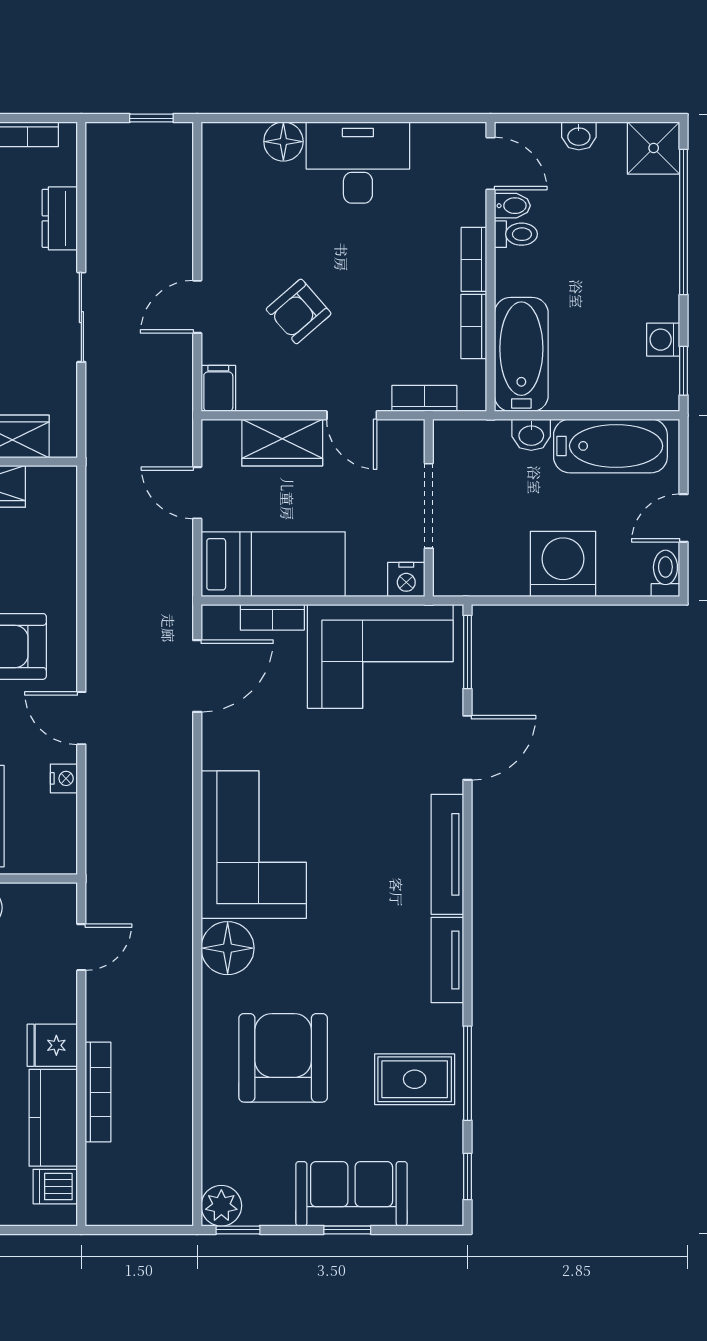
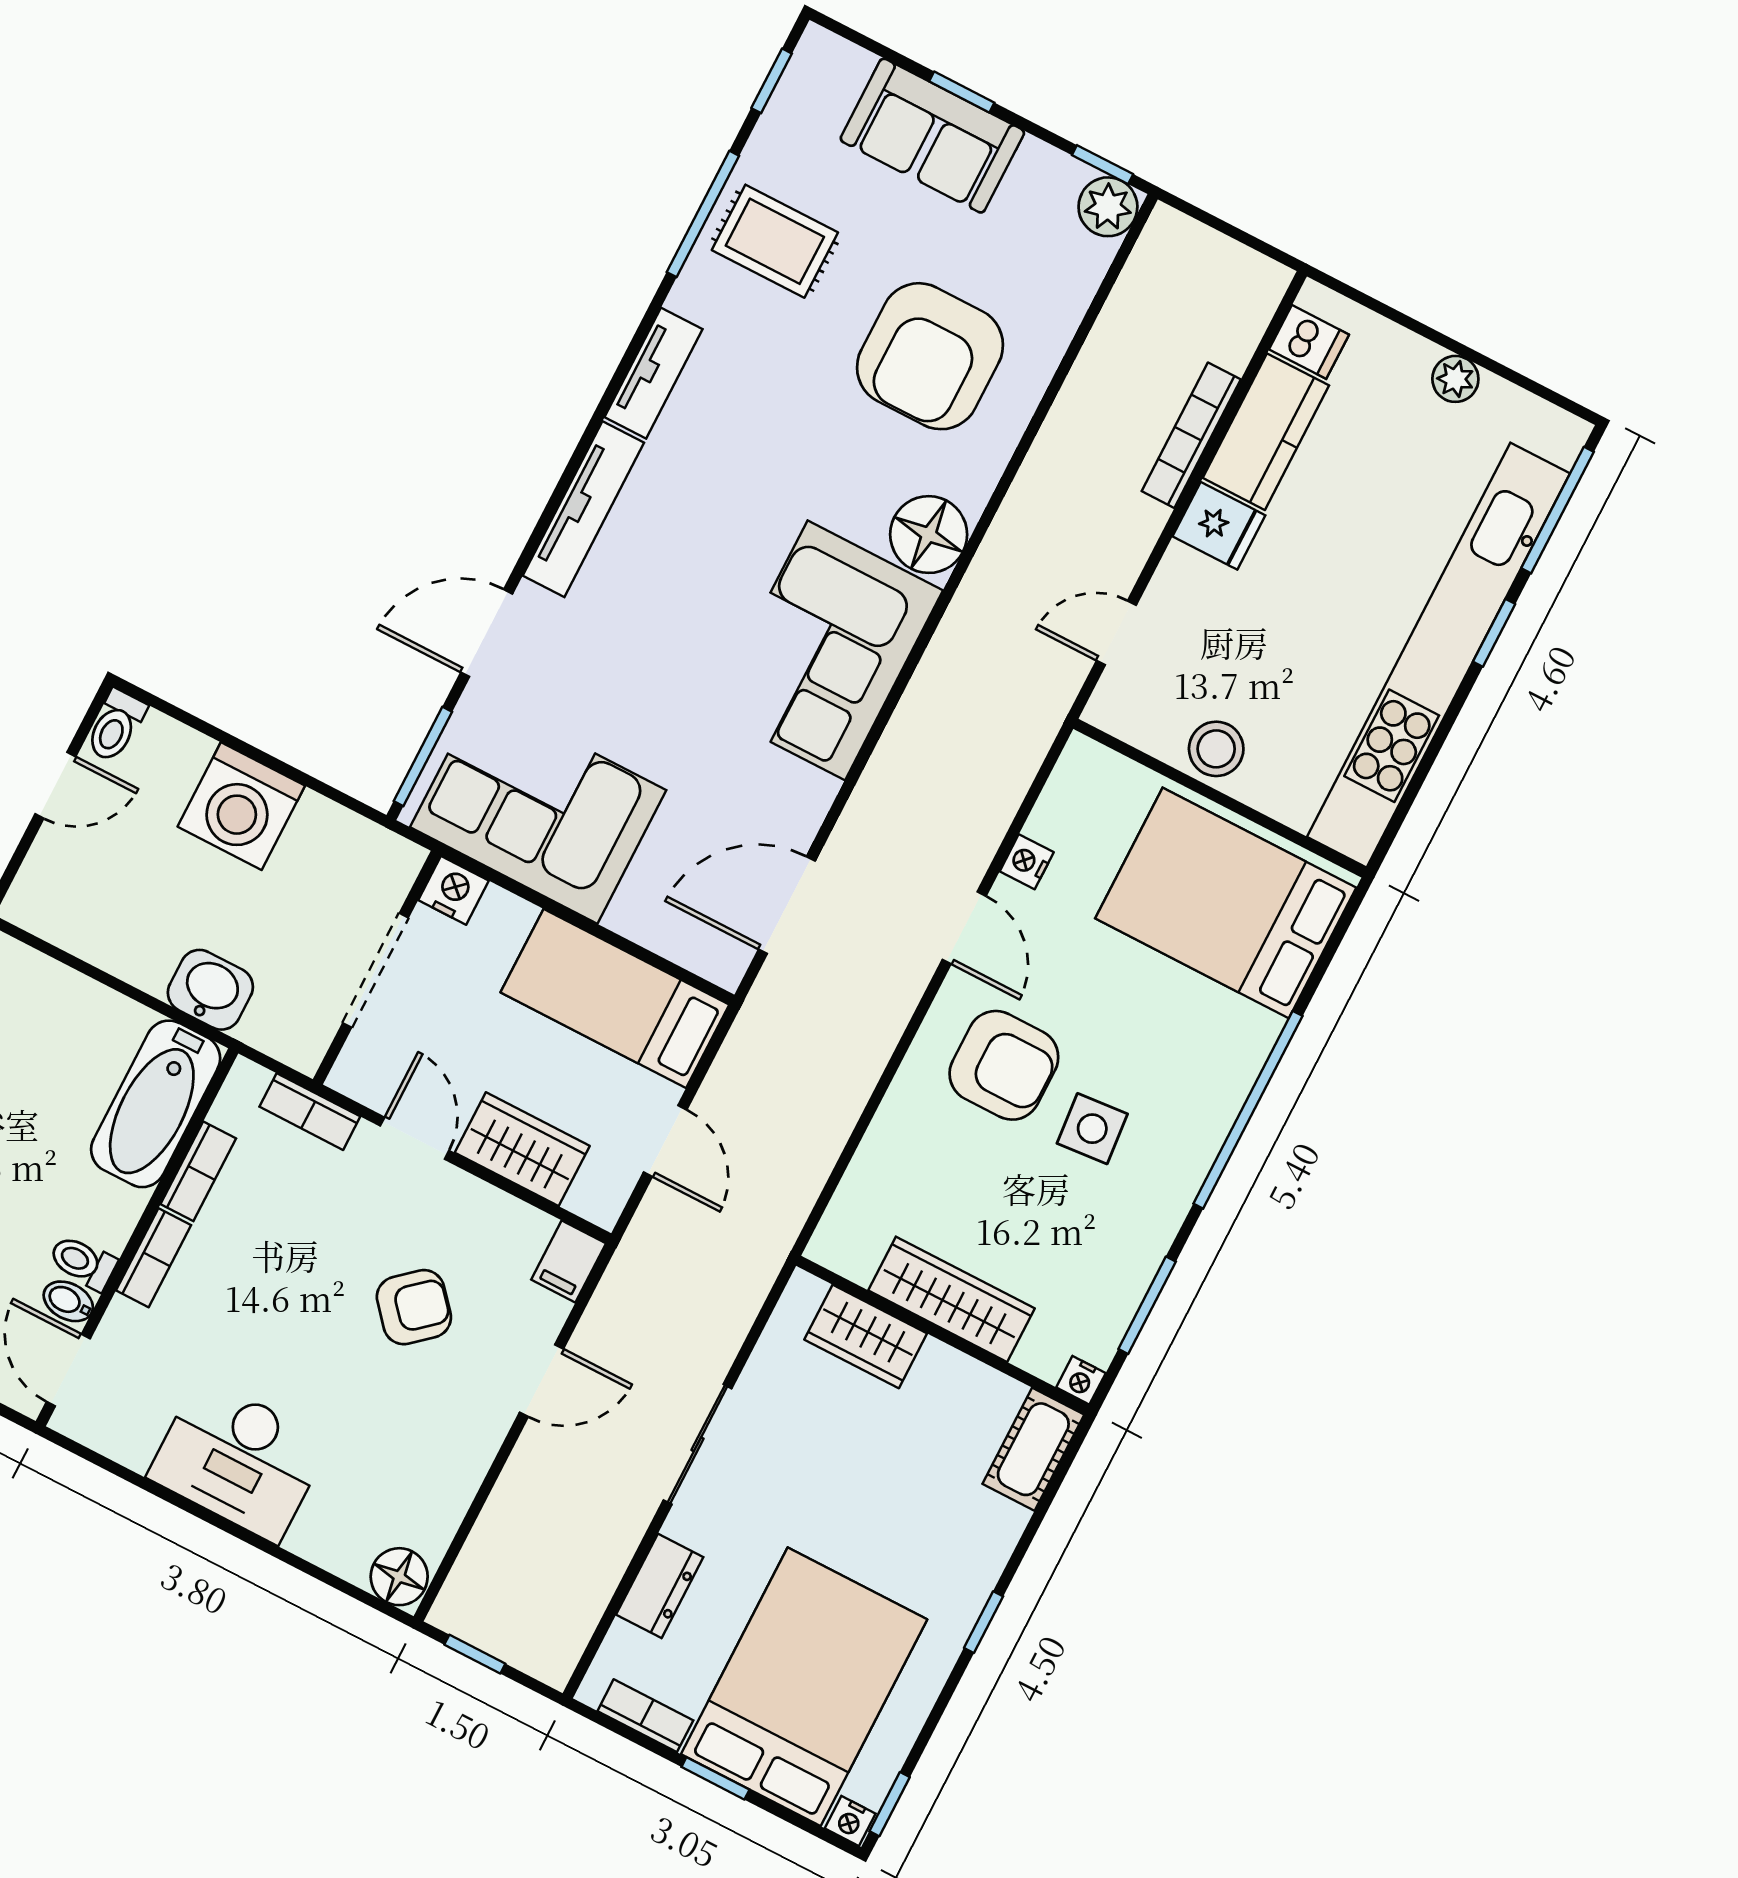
floor lamp: (283, 142) -> (399, 1577), moved
washbasin: (531, 435) -> (210, 990), width x1.38, depth x1.45
bathtub: (610, 446) -> (102, 927), removed
bookcase: (272, 617) -> (651, 931), removed

